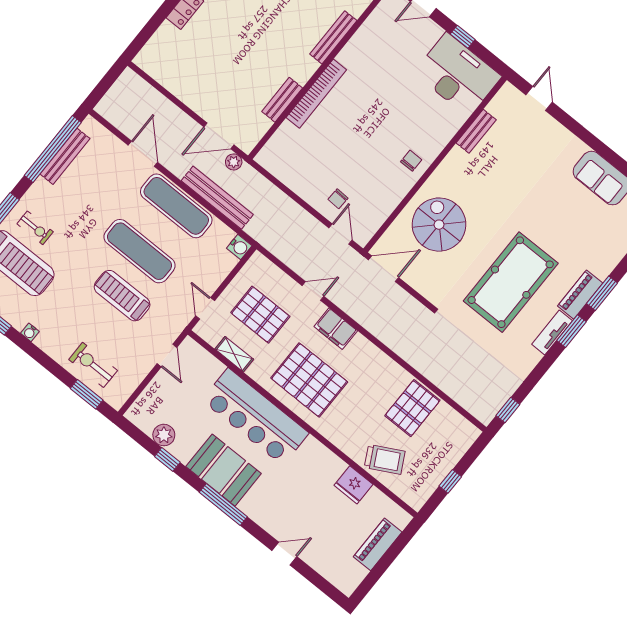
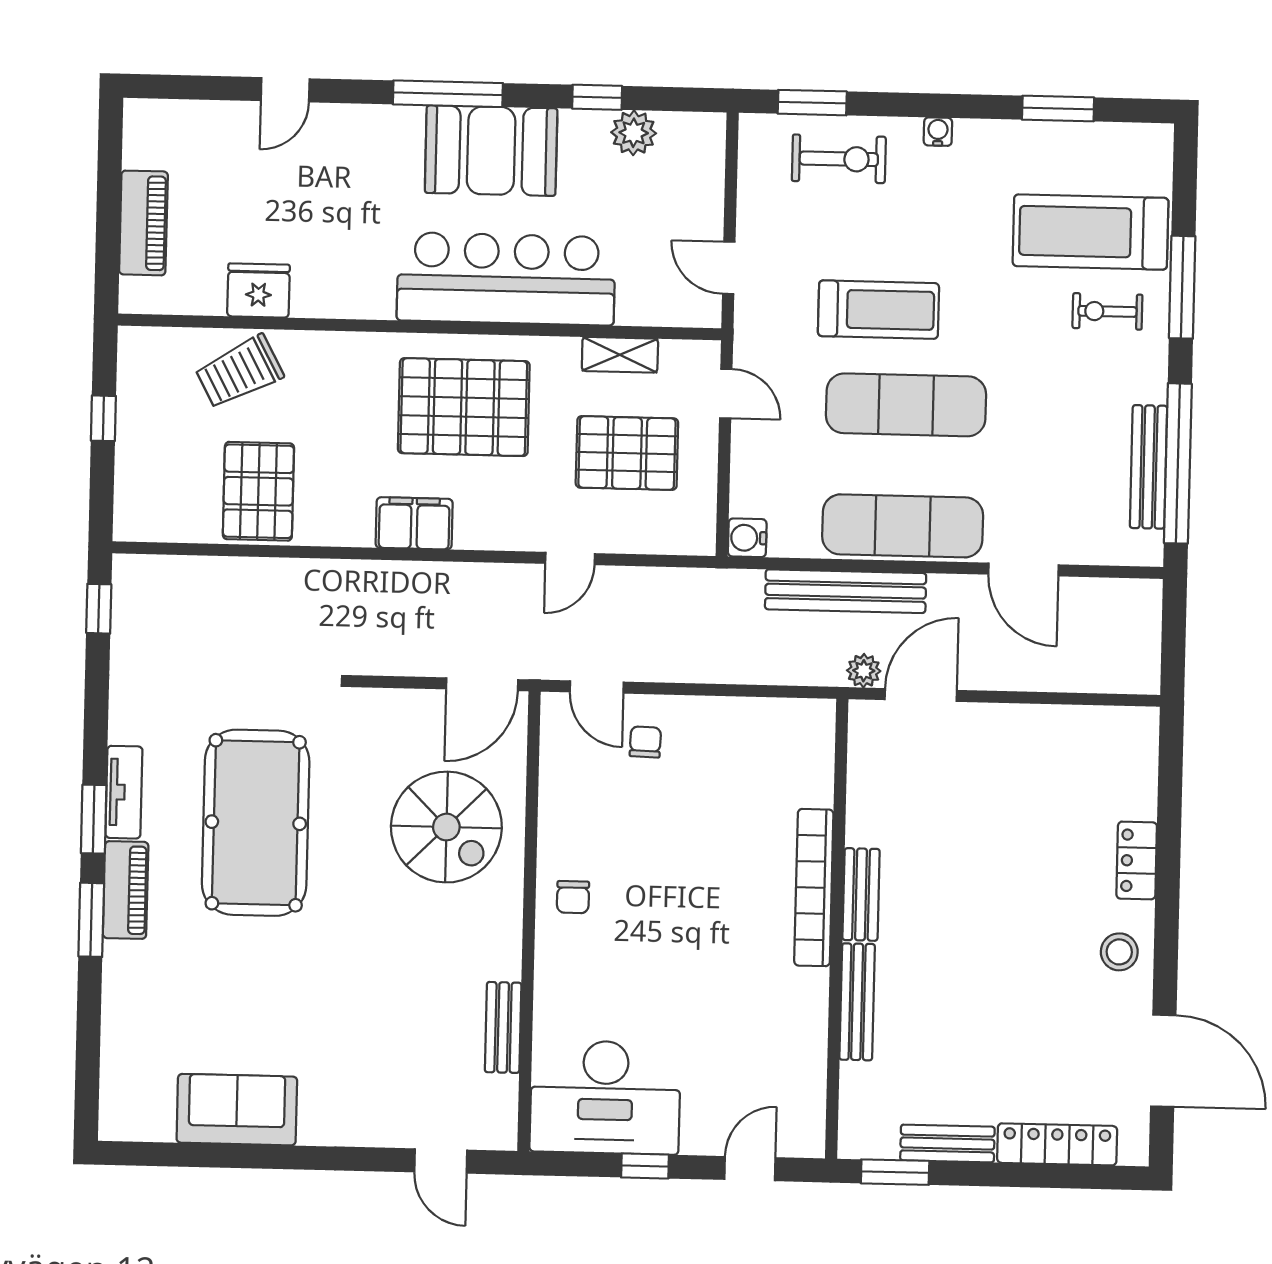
bench: (282, 100) -> (861, 894), moved
filing cabinet: (336, 329) -> (414, 523), moved
water cooler: (30, 332) -> (938, 132), moved

